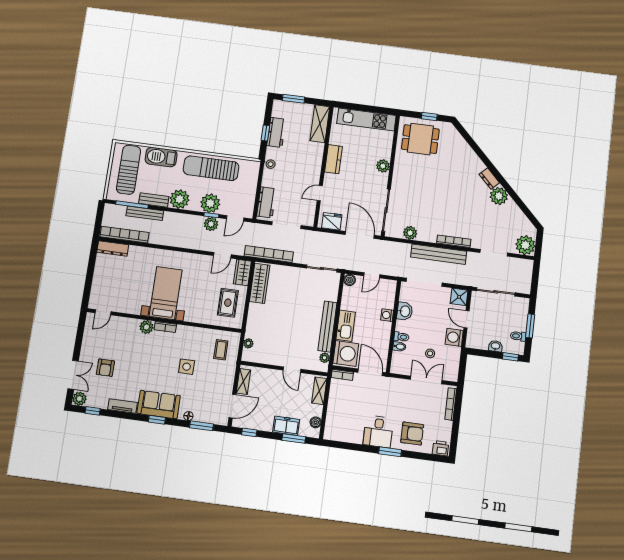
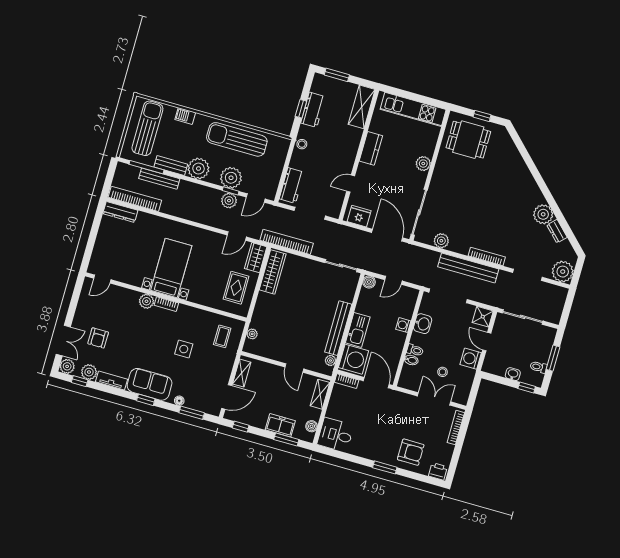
barbecue: (161, 157) -> (185, 116), width x0.53, depth x0.65
dresser: (489, 178) -> (557, 231), moved
plant: (101, 401) -> (89, 372), added
desk: (378, 432) -> (335, 435), moved, turned 90

